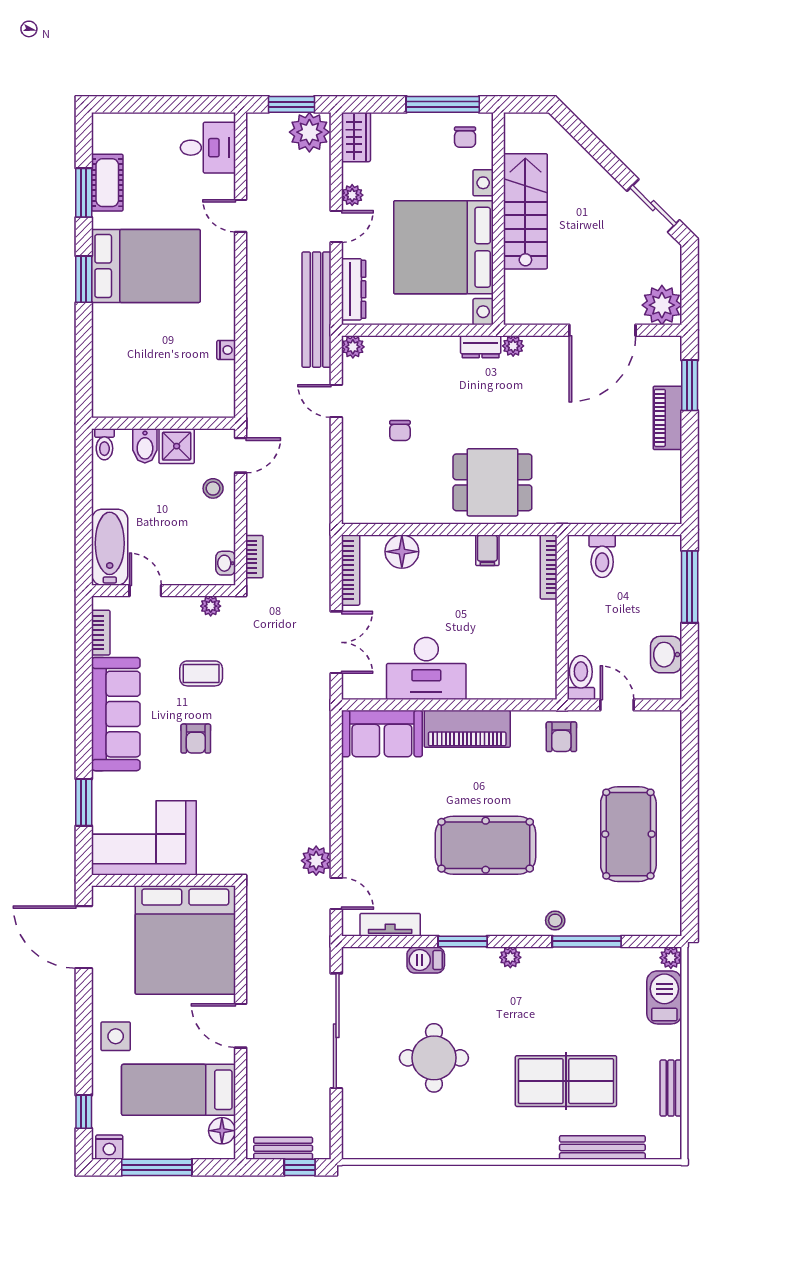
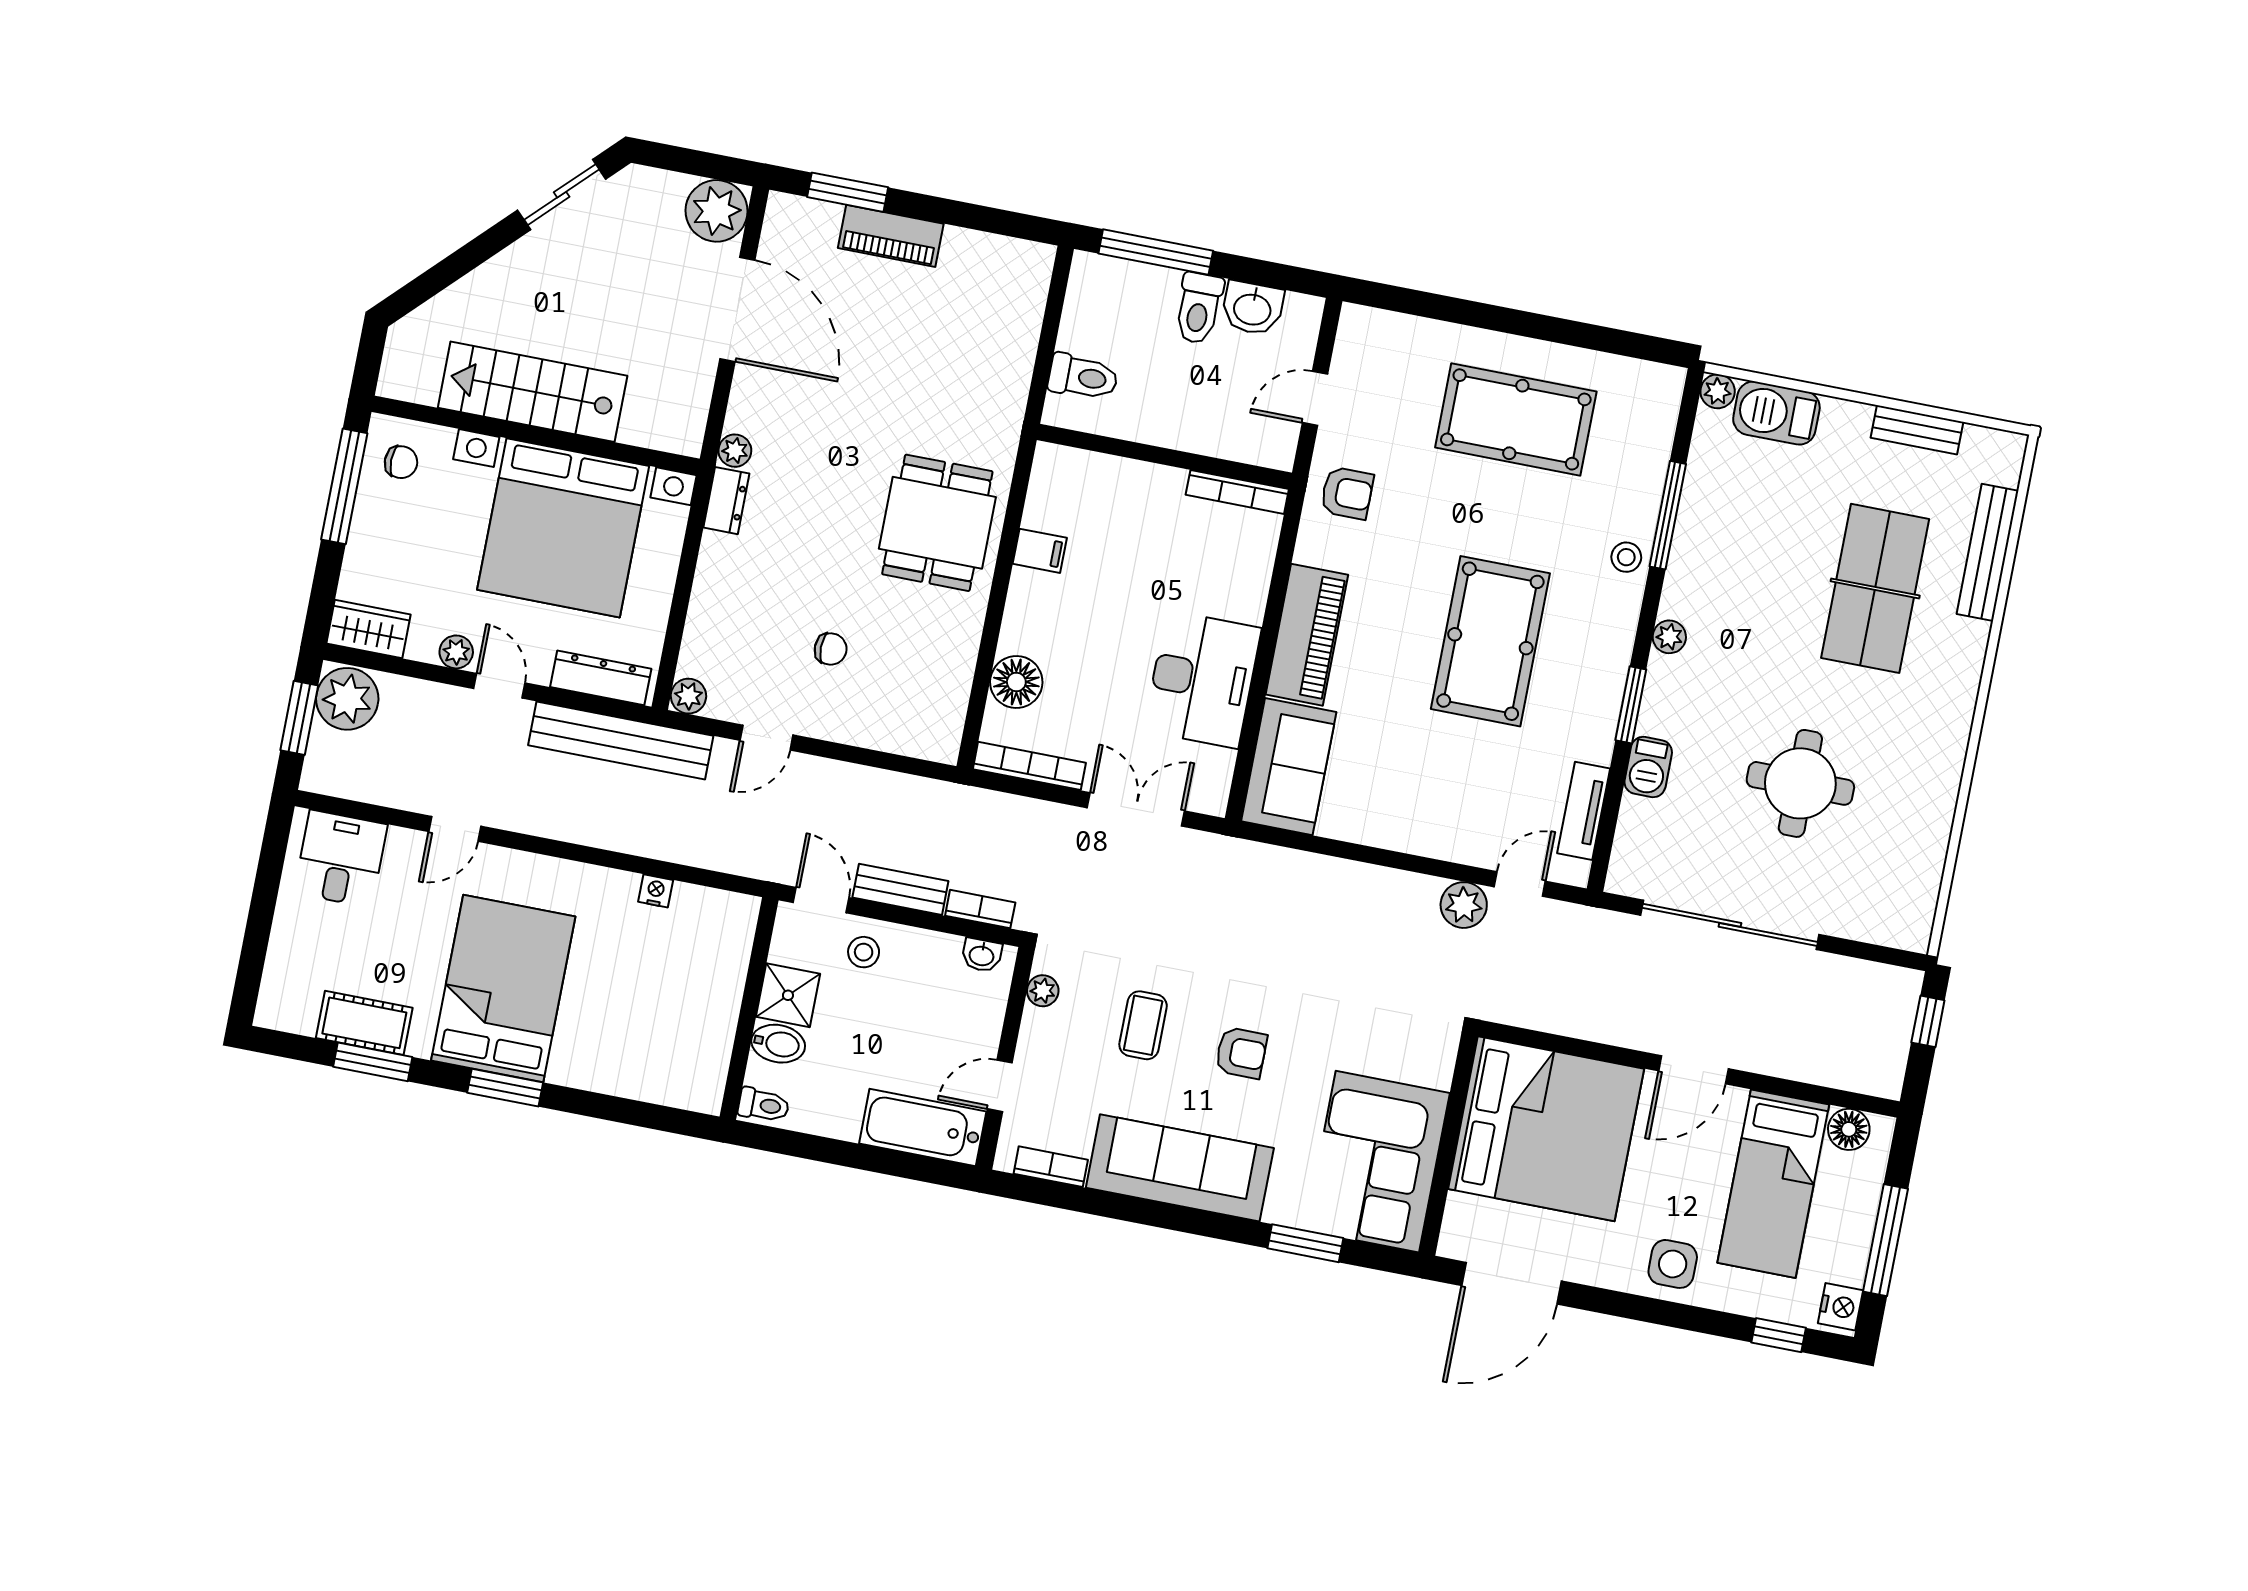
bookcase: (549, 567) -> (1237, 492), moved
toilet: (581, 678) -> (1199, 308), moved, turned -90
bench: (283, 1148) -> (900, 889), moved, turned 90

